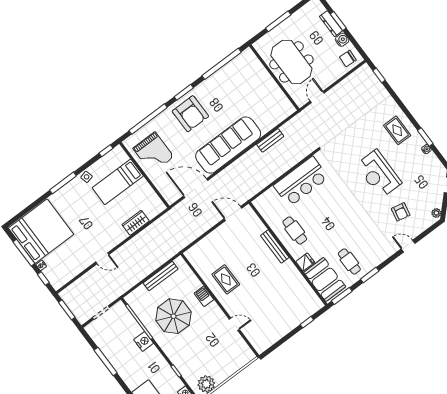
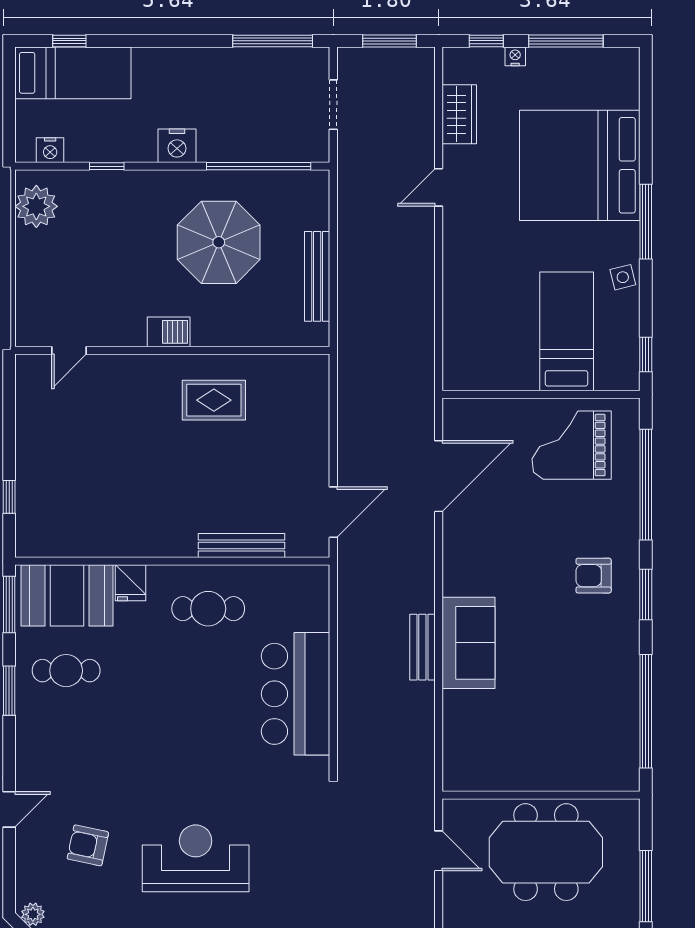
armchair: (190, 114) -> (594, 576), width x0.53, depth x0.53
bench: (270, 140) -> (422, 647), moved
sofa: (228, 145) -> (469, 643), width x0.54, depth x0.79
wardrobe: (136, 223) -> (459, 114), moved
bed: (41, 231) -> (580, 165), moved, turned 90
bench: (275, 247) -> (241, 545), moved
barbecue: (204, 296) -> (169, 332), moved
door: (234, 324) -> (69, 350), moved
nightstand: (144, 341) -> (177, 146), moved
window: (106, 361) -> (273, 41), moved

